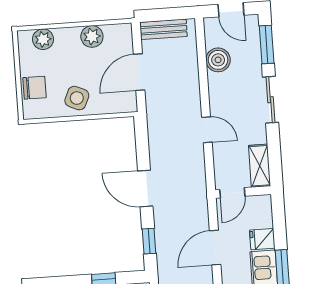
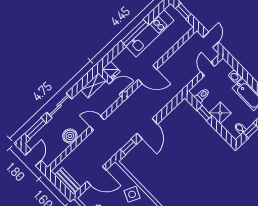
boiler: (218, 60) -> (70, 136), moved
door: (207, 130) -> (97, 123), hinge flipped
fridge: (262, 239) -> (111, 70), moved
window: (149, 241) -> (128, 147), moved

